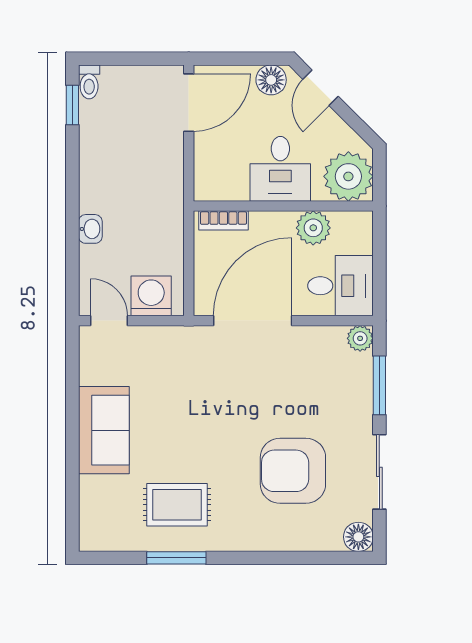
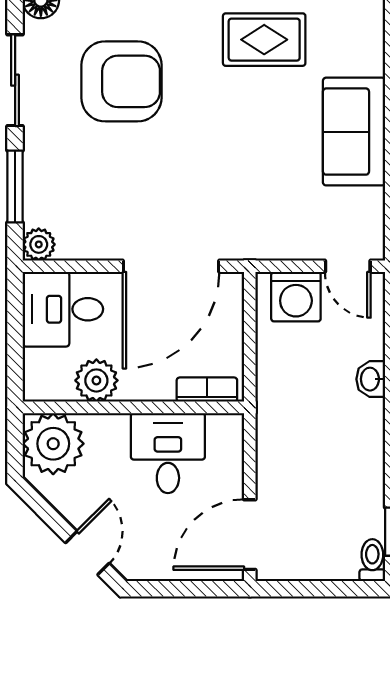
floor lamp: (271, 80) -> (148, 563), removed
desk: (280, 169) -> (168, 453), moved

